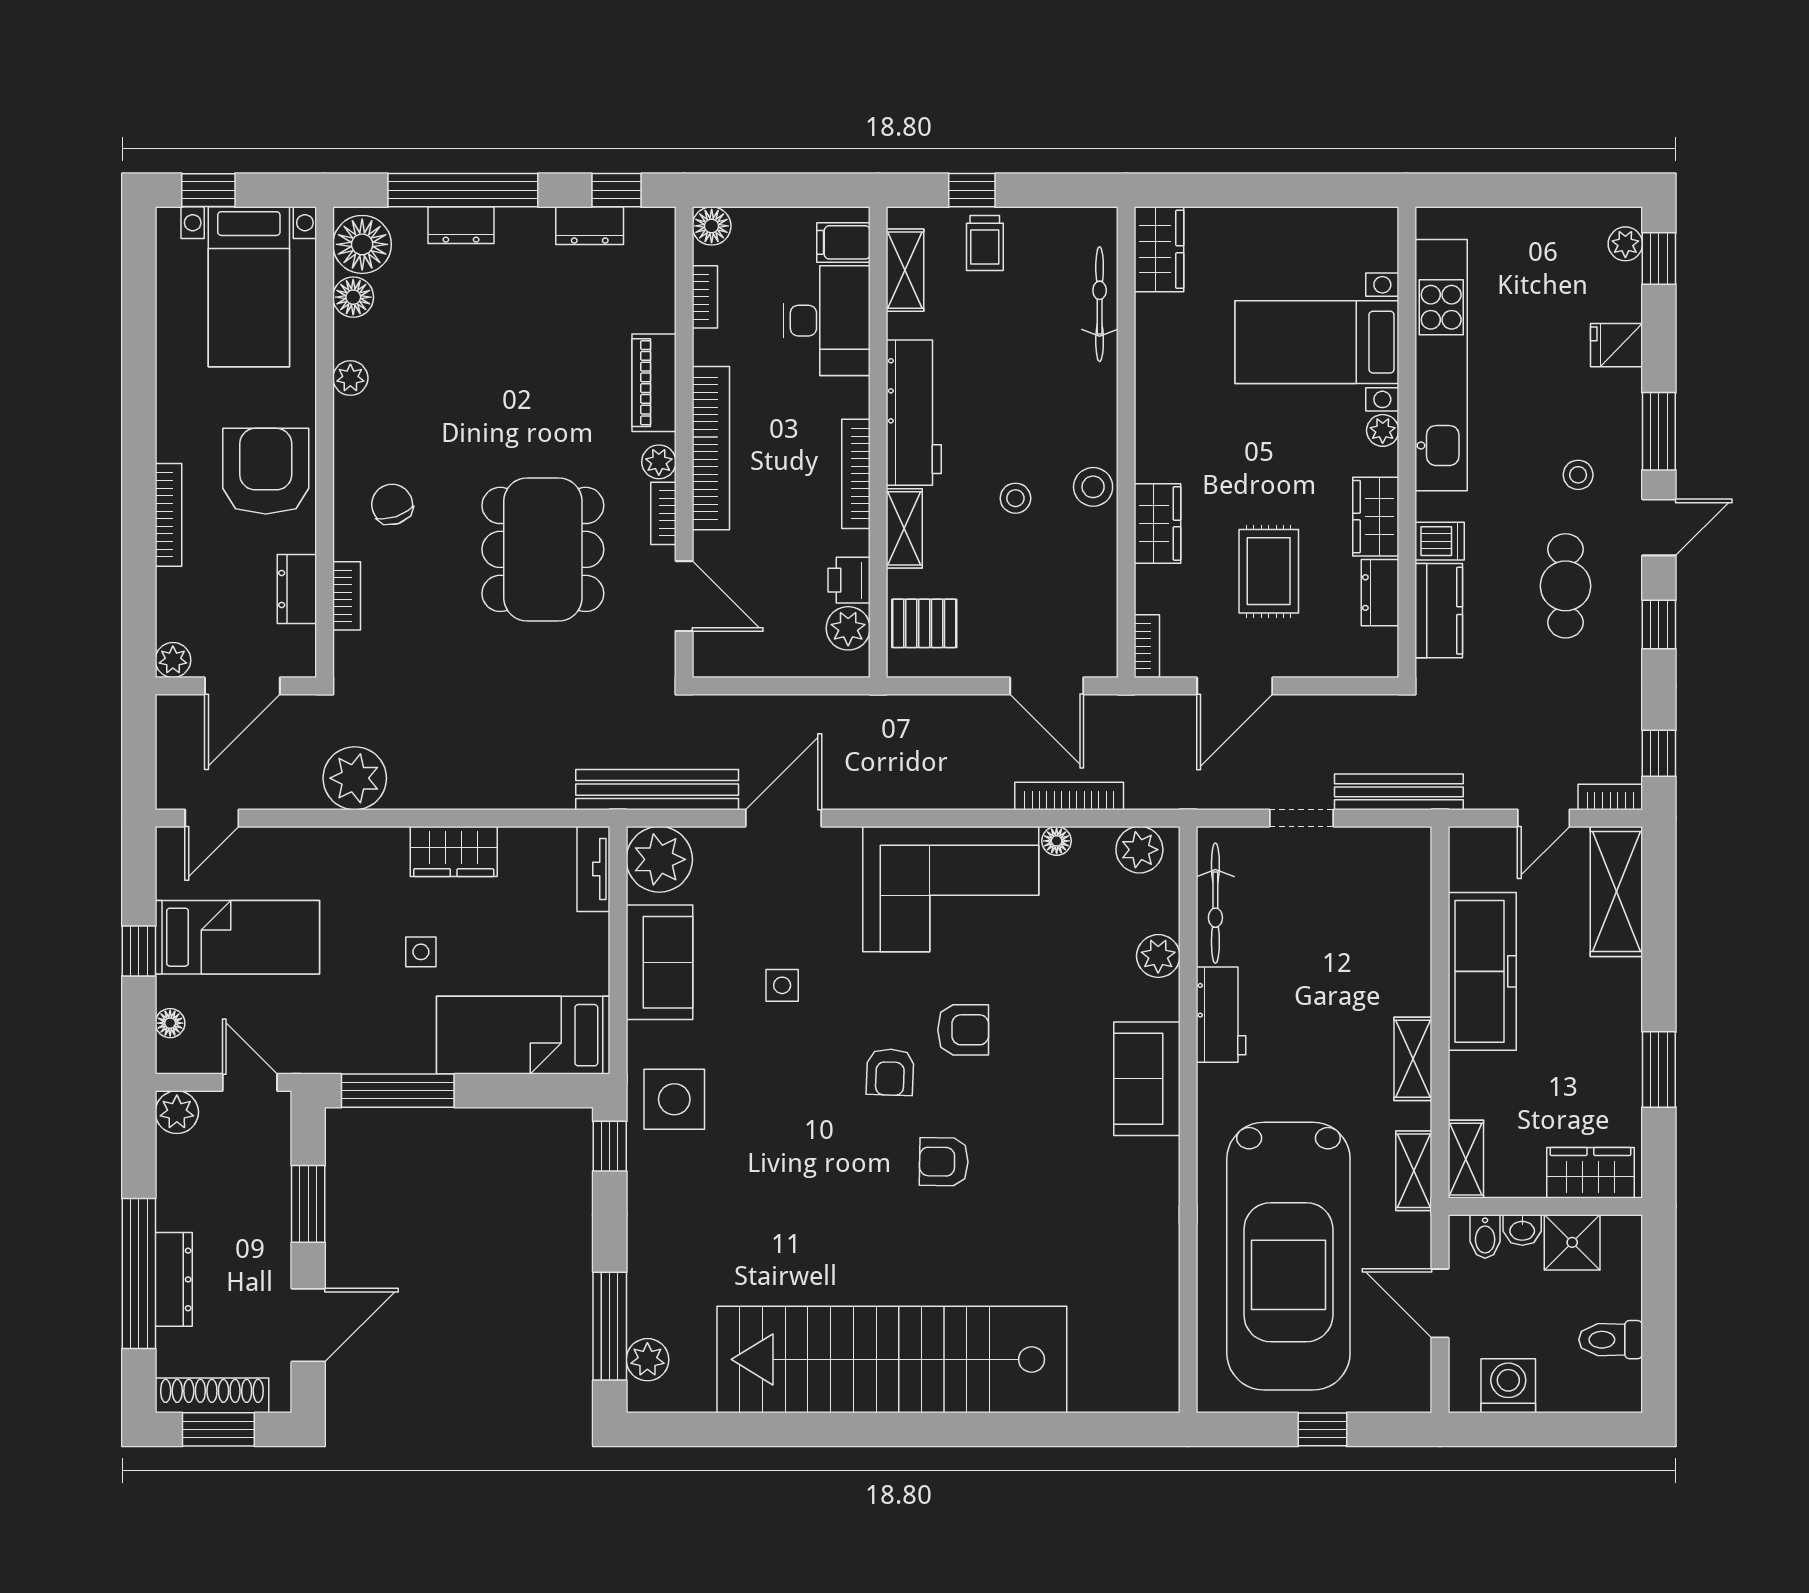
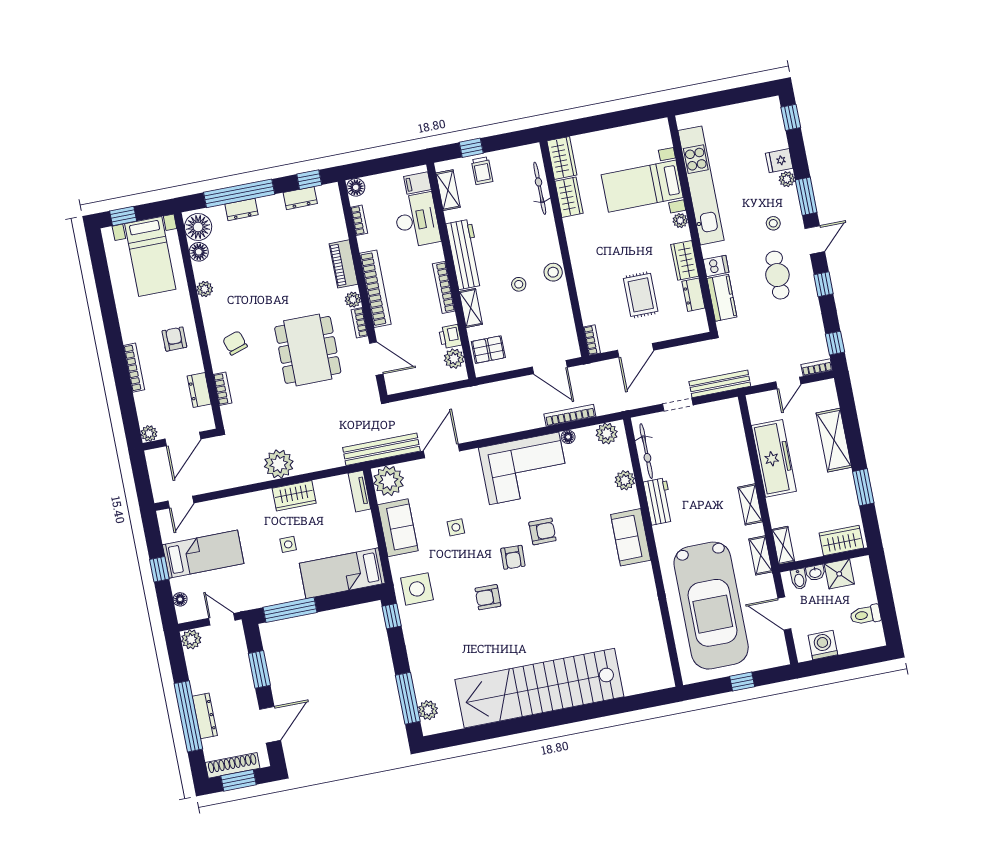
plant: (1625, 244) -> (787, 179), moved
armchair: (266, 471) -> (174, 339), width x0.53, depth x0.53
wardrobe: (1158, 523) -> (569, 197), moved
plant: (355, 778) -> (279, 464), moved
shelving: (1616, 891) -> (834, 440), moved
armchair: (944, 1162) -> (488, 597), moved

